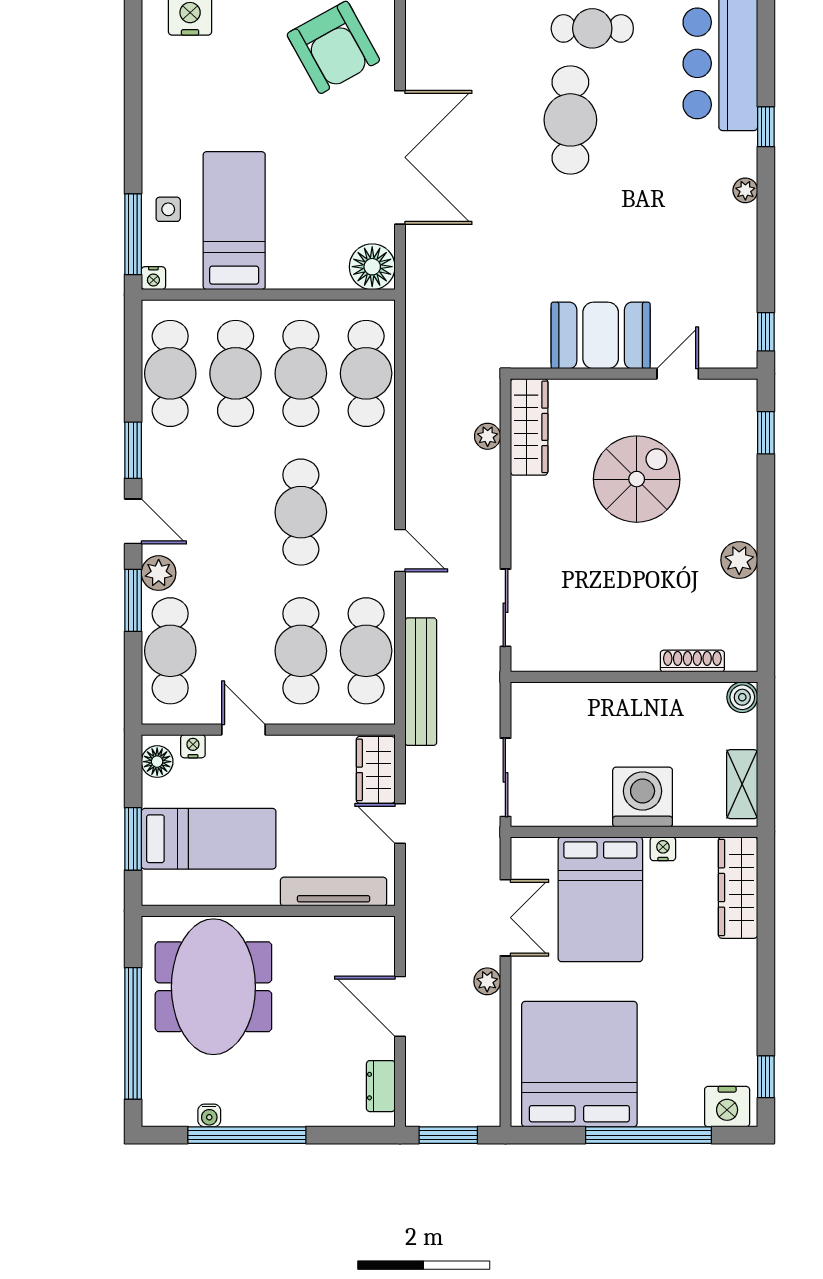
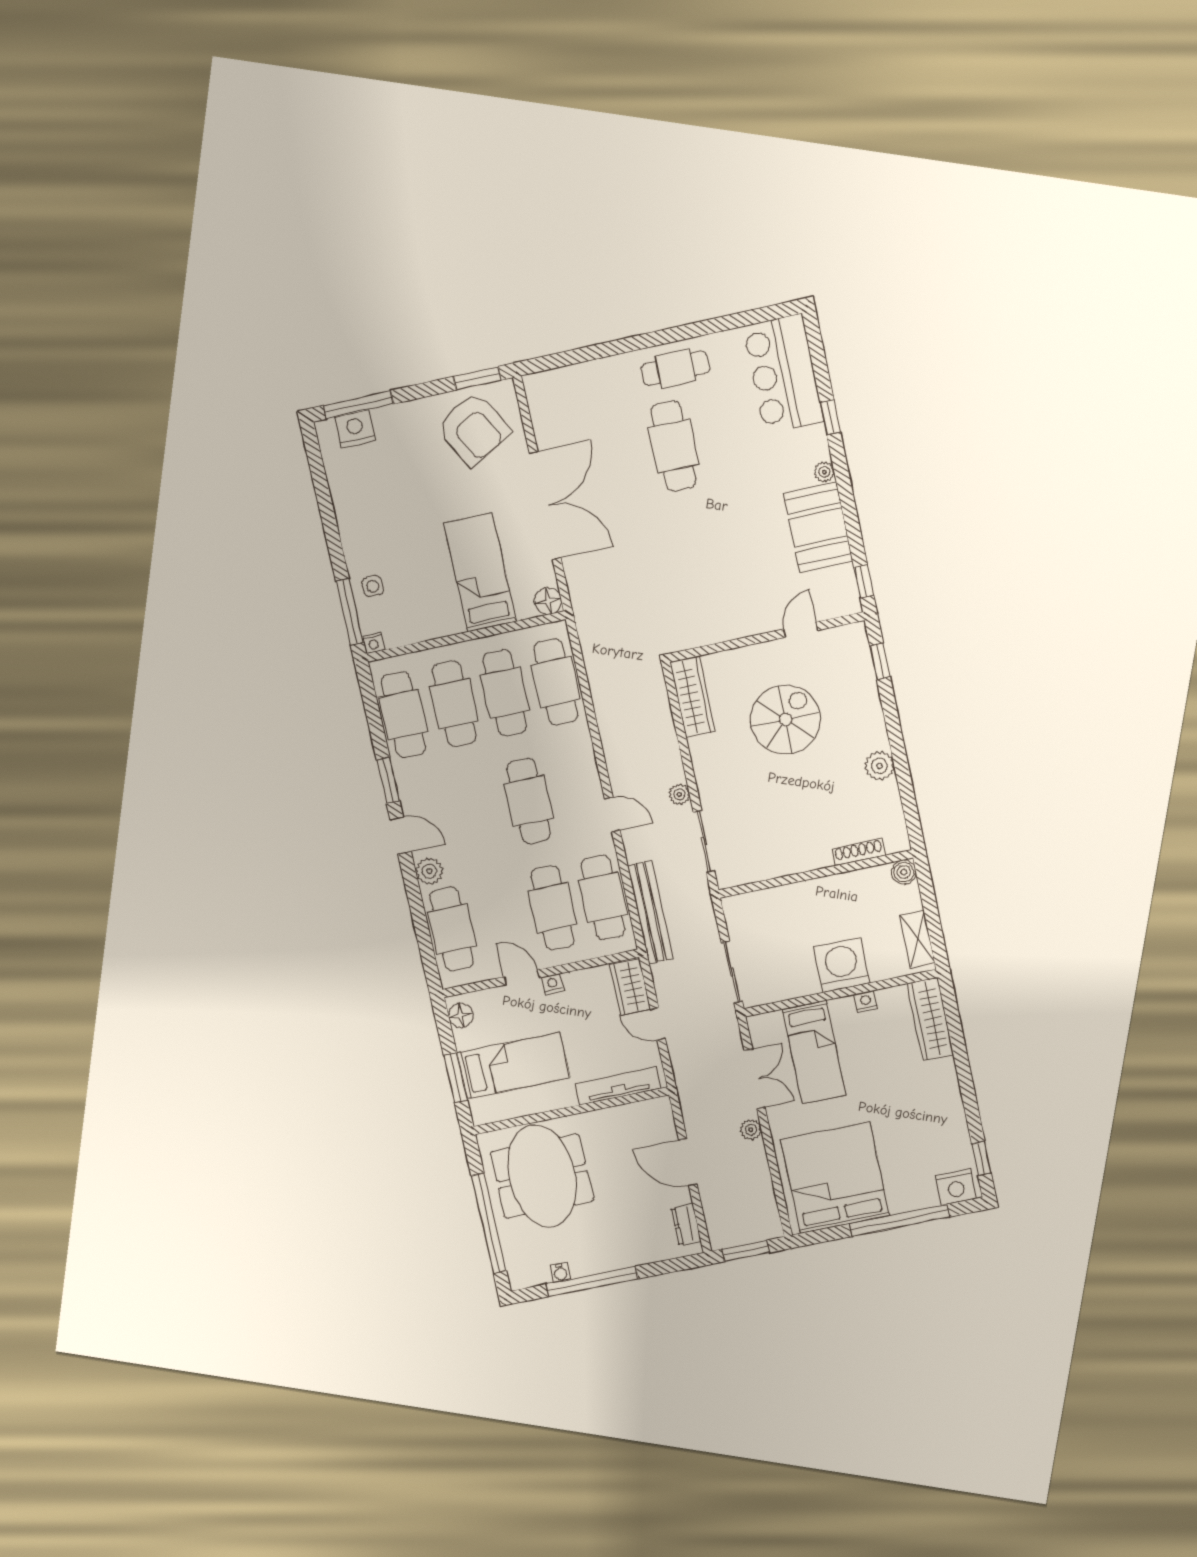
bed: (234, 221) -> (480, 572), moved
floor lamp: (372, 267) -> (548, 601), width x0.73, depth x0.73
booth: (601, 335) -> (818, 527), moved, turned 90
plant: (488, 436) -> (679, 794), moved
window: (133, 600) -> (414, 896), removed
nightstand: (193, 746) -> (552, 984), moved
bed: (600, 899) -> (814, 1052), width x0.67

